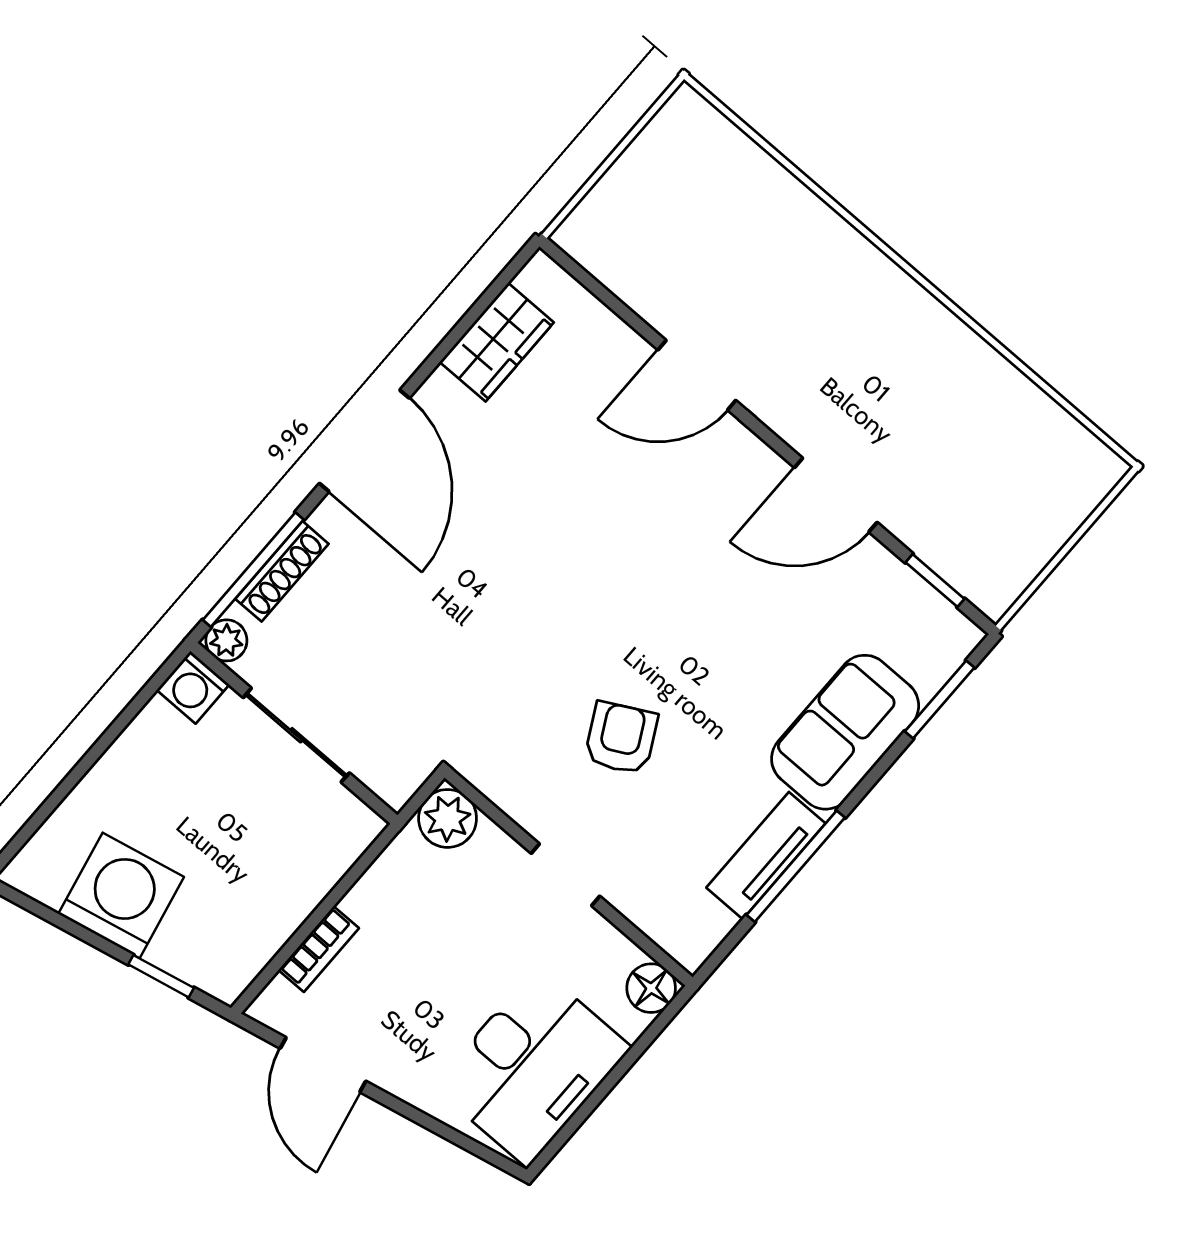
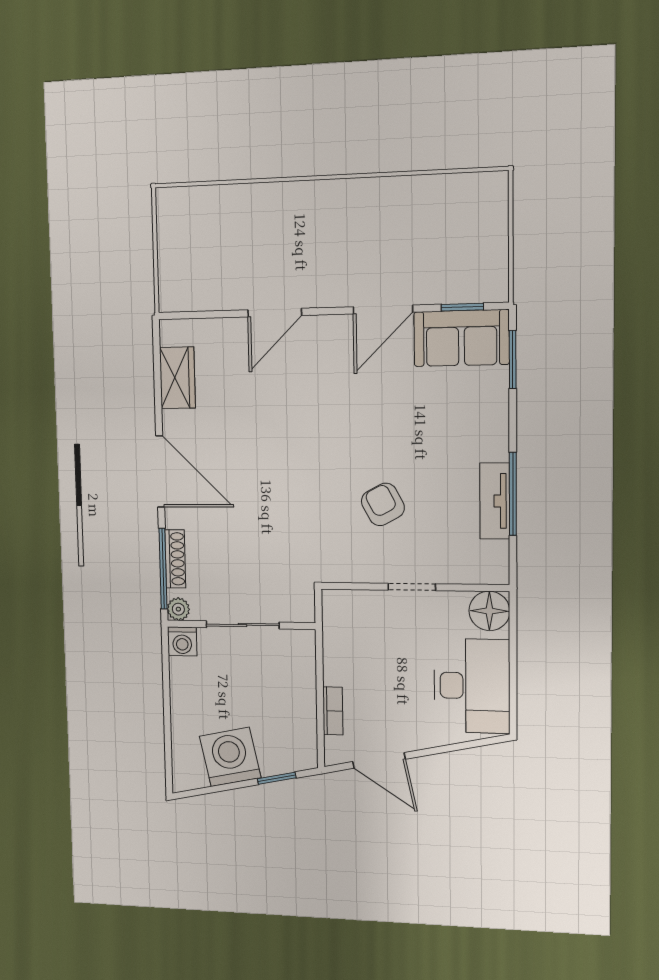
sofa: (845, 732) -> (461, 338), moved, turned -90
plant: (448, 818) -> (338, 606), removed
floor lamp: (651, 988) -> (489, 611), width x1.38, depth x1.38

